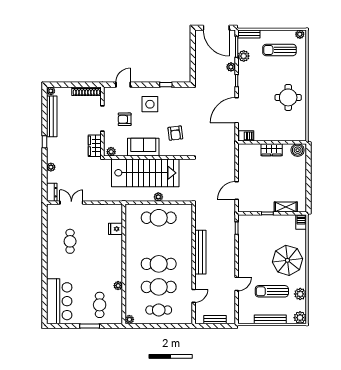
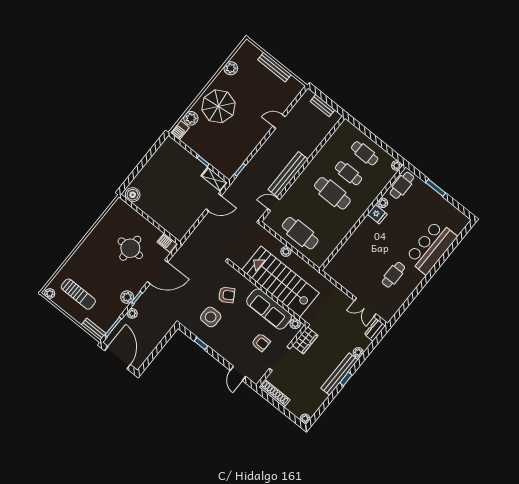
plant: (244, 56) -> (127, 297), moved
door: (123, 85) -> (238, 373), hinge flipped
round table: (288, 97) -> (130, 248), moved
side table: (150, 104) -> (211, 317), moved
bench: (52, 116) -> (339, 374), moved
armchair: (175, 133) -> (227, 295), turned 66
sofa: (143, 147) -> (269, 309), width x1.36
wardrobe: (272, 150) -> (155, 213), removed
shelving: (286, 207) -> (214, 179), moved
fridge: (116, 229) -> (377, 214), moved
cafe table: (159, 287) -> (349, 173), width x0.73, depth x0.74
sun lounger: (272, 291) -> (254, 90), removed
door: (194, 296) -> (274, 204), moved
bar counter: (59, 301) -> (431, 247), moved
cafe table: (100, 305) -> (402, 185), moved
plant: (300, 318) -> (191, 118), moved

